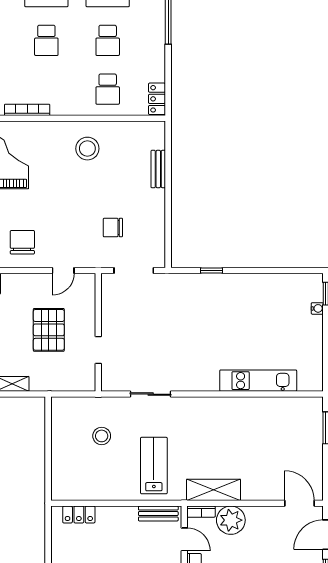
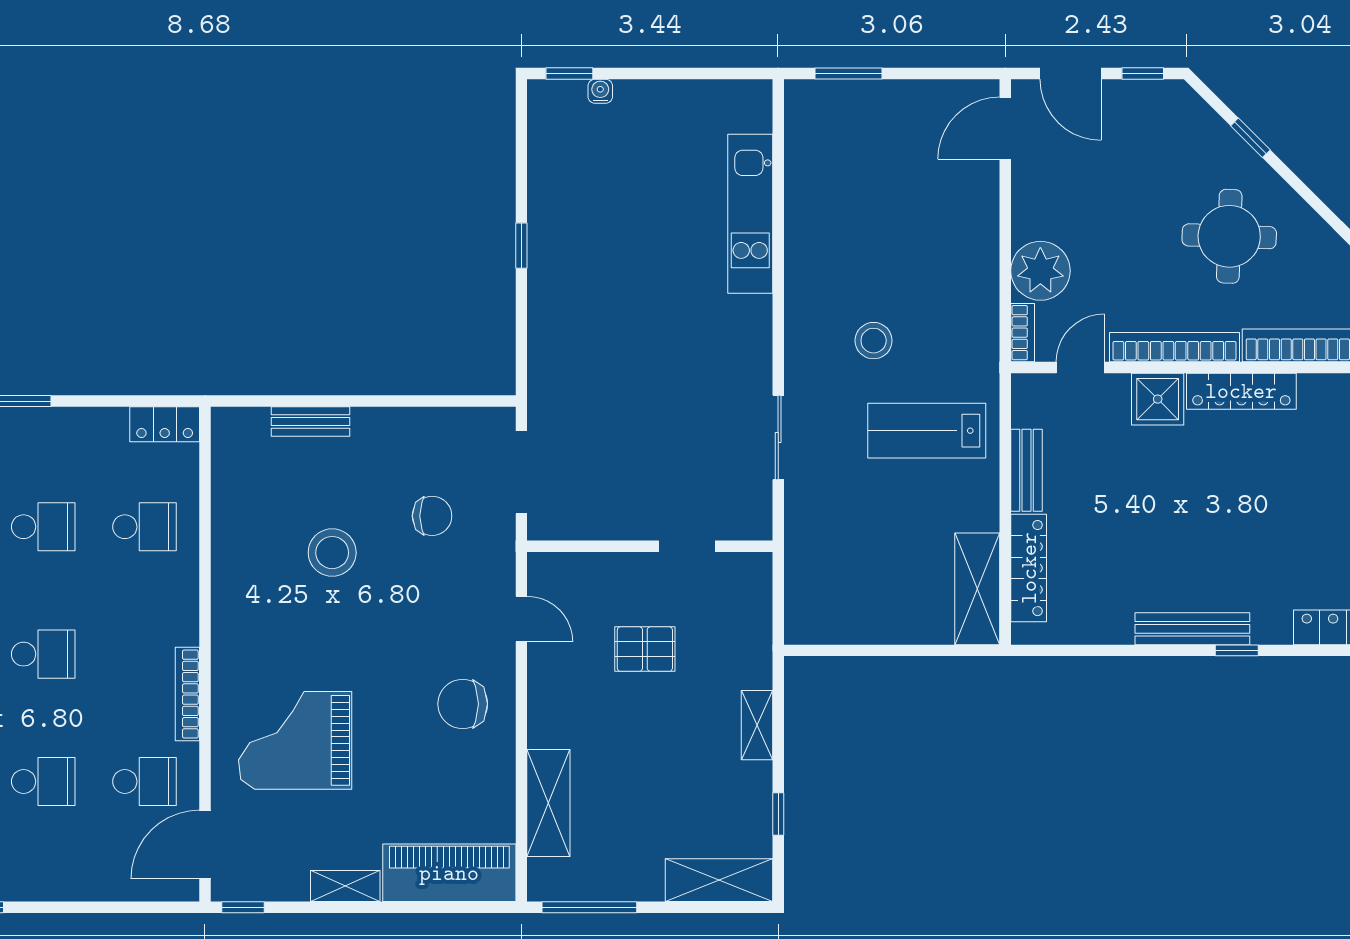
stool: (87, 149) -> (332, 553), moved
chair: (113, 228) -> (432, 516), turned -90
window: (211, 270) -> (521, 246), moved
pallet: (49, 330) -> (645, 649), width x0.67, depth x0.71
stool: (102, 436) -> (874, 341), moved
shelving: (213, 490) -> (977, 589), moved
bench: (158, 514) -> (1026, 470), moved
locker: (79, 515) -> (1029, 568), width x1.53

